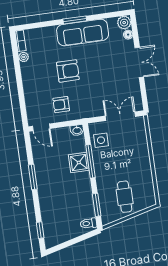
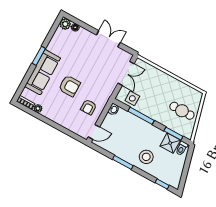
sofa: (83, 32) -> (43, 72), moved
double door: (139, 62) -> (108, 39), moved
armchair: (68, 71) -> (69, 86), turned 90
double door: (120, 116) -> (126, 73), swing flipped
shower: (79, 162) -> (170, 143), moved
stool: (55, 195) -> (146, 157), added

